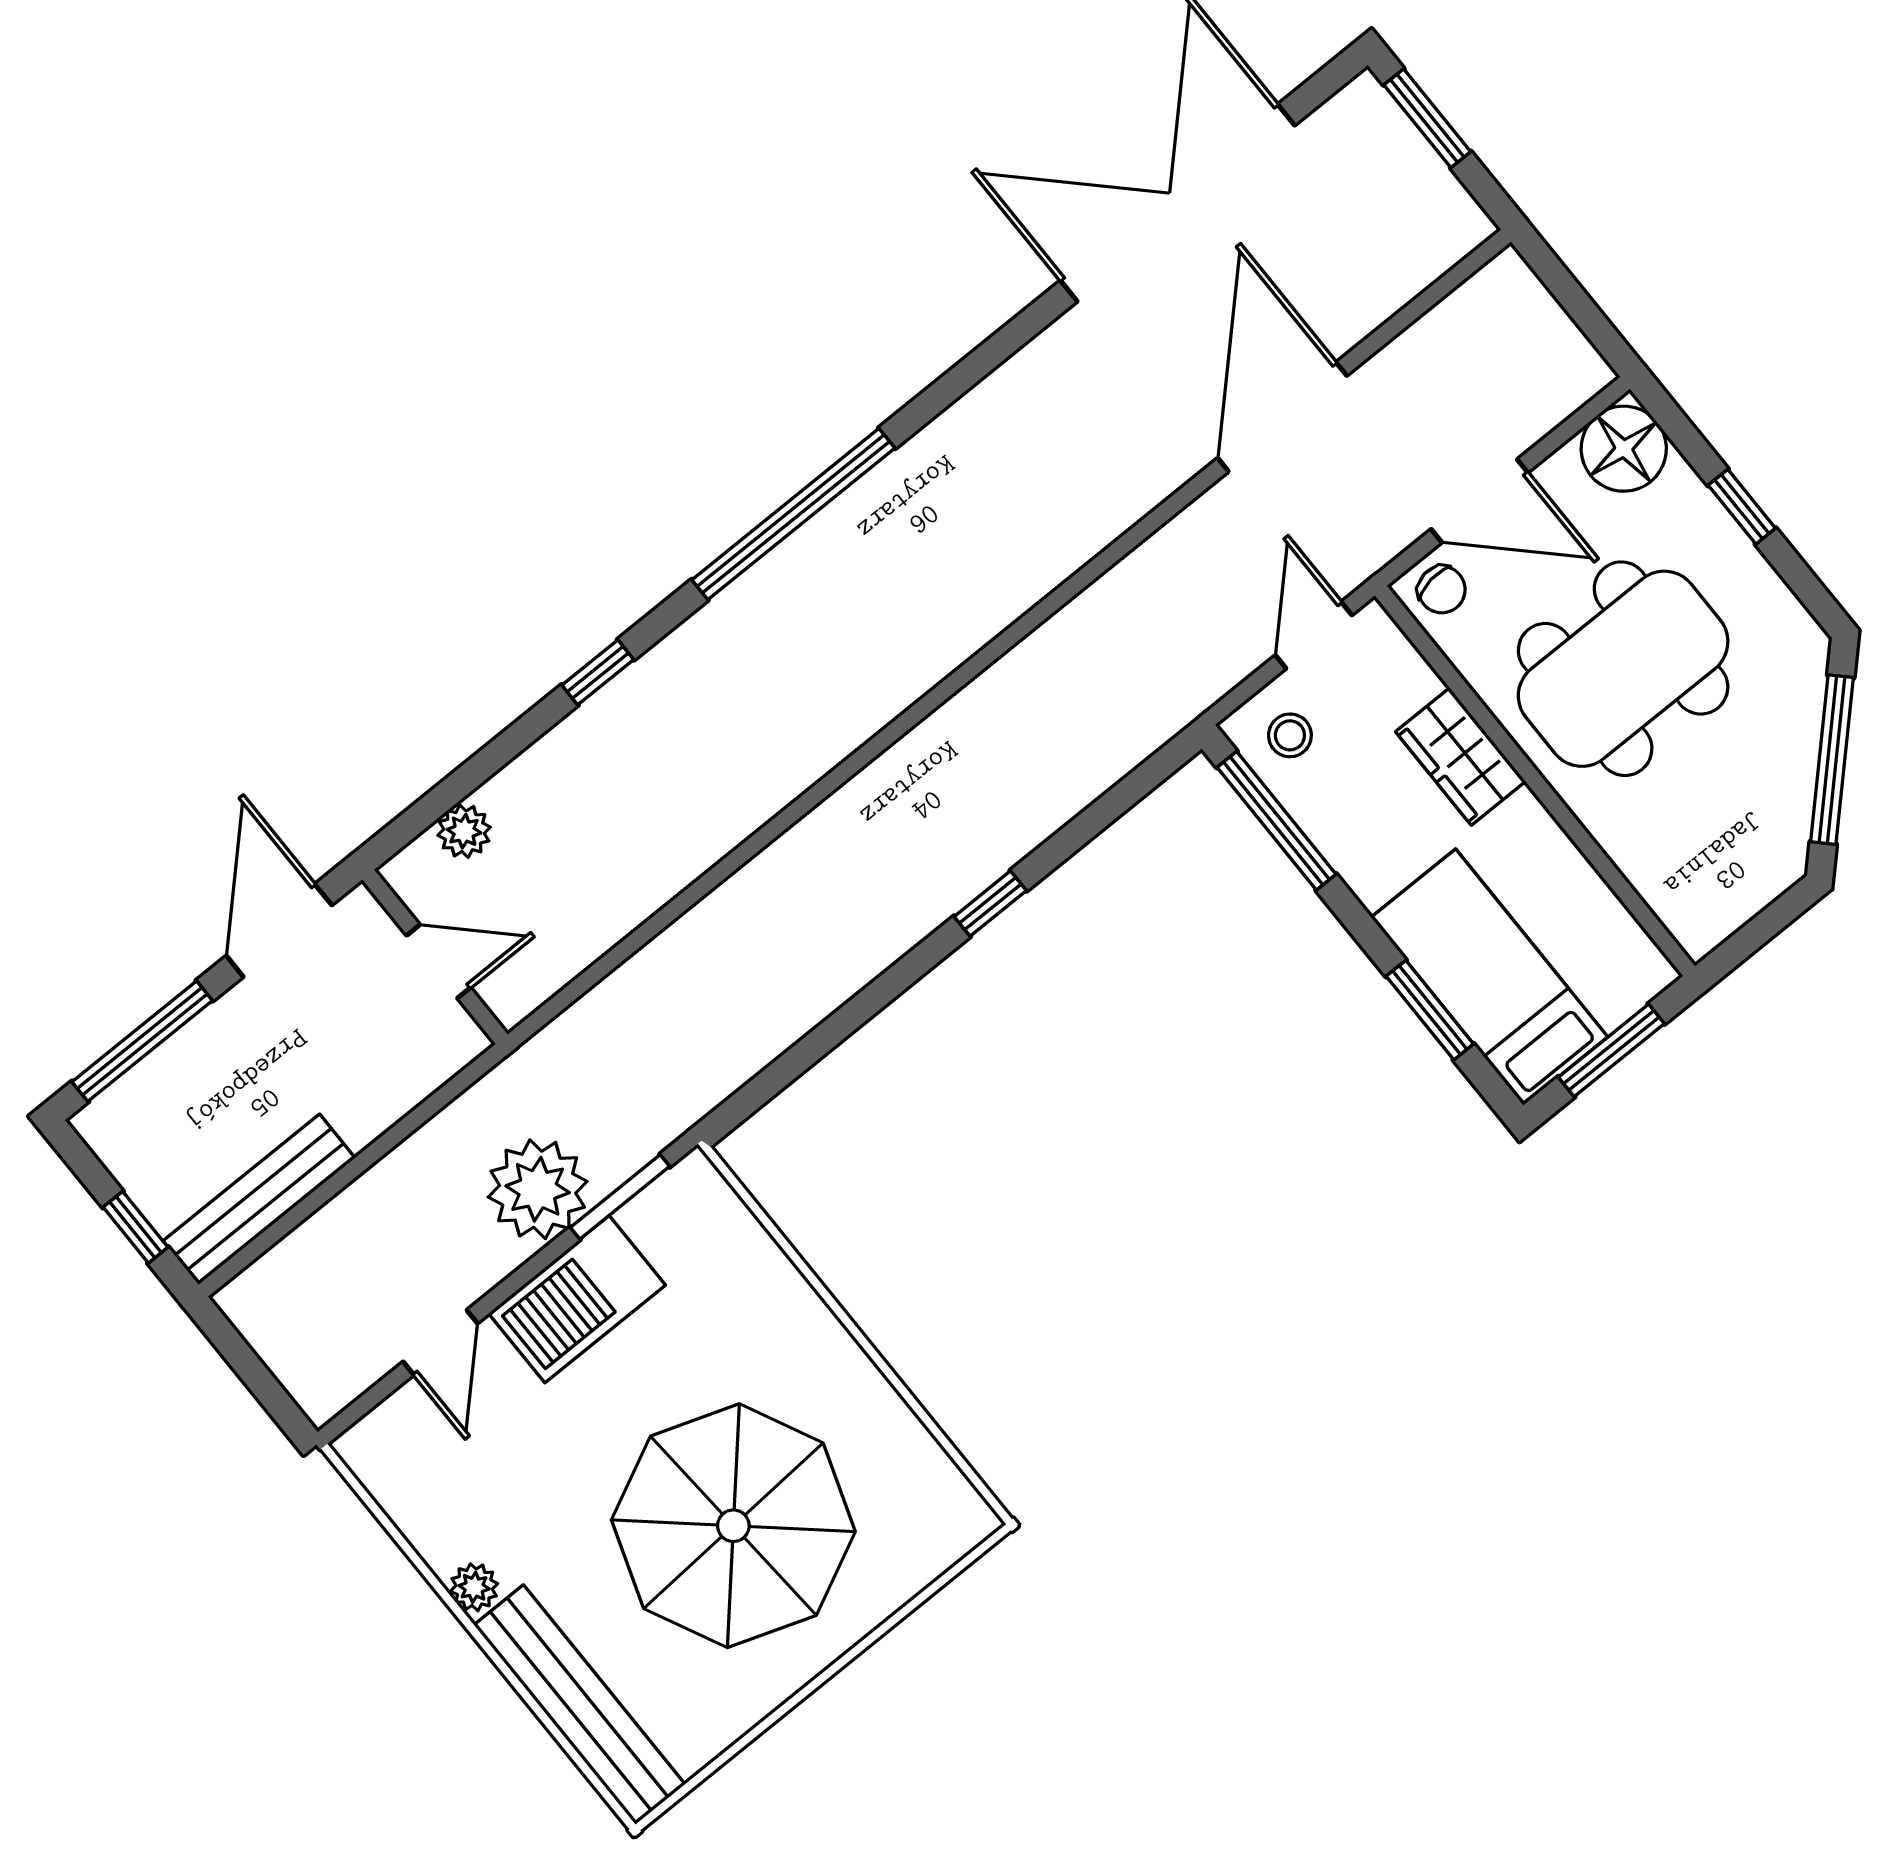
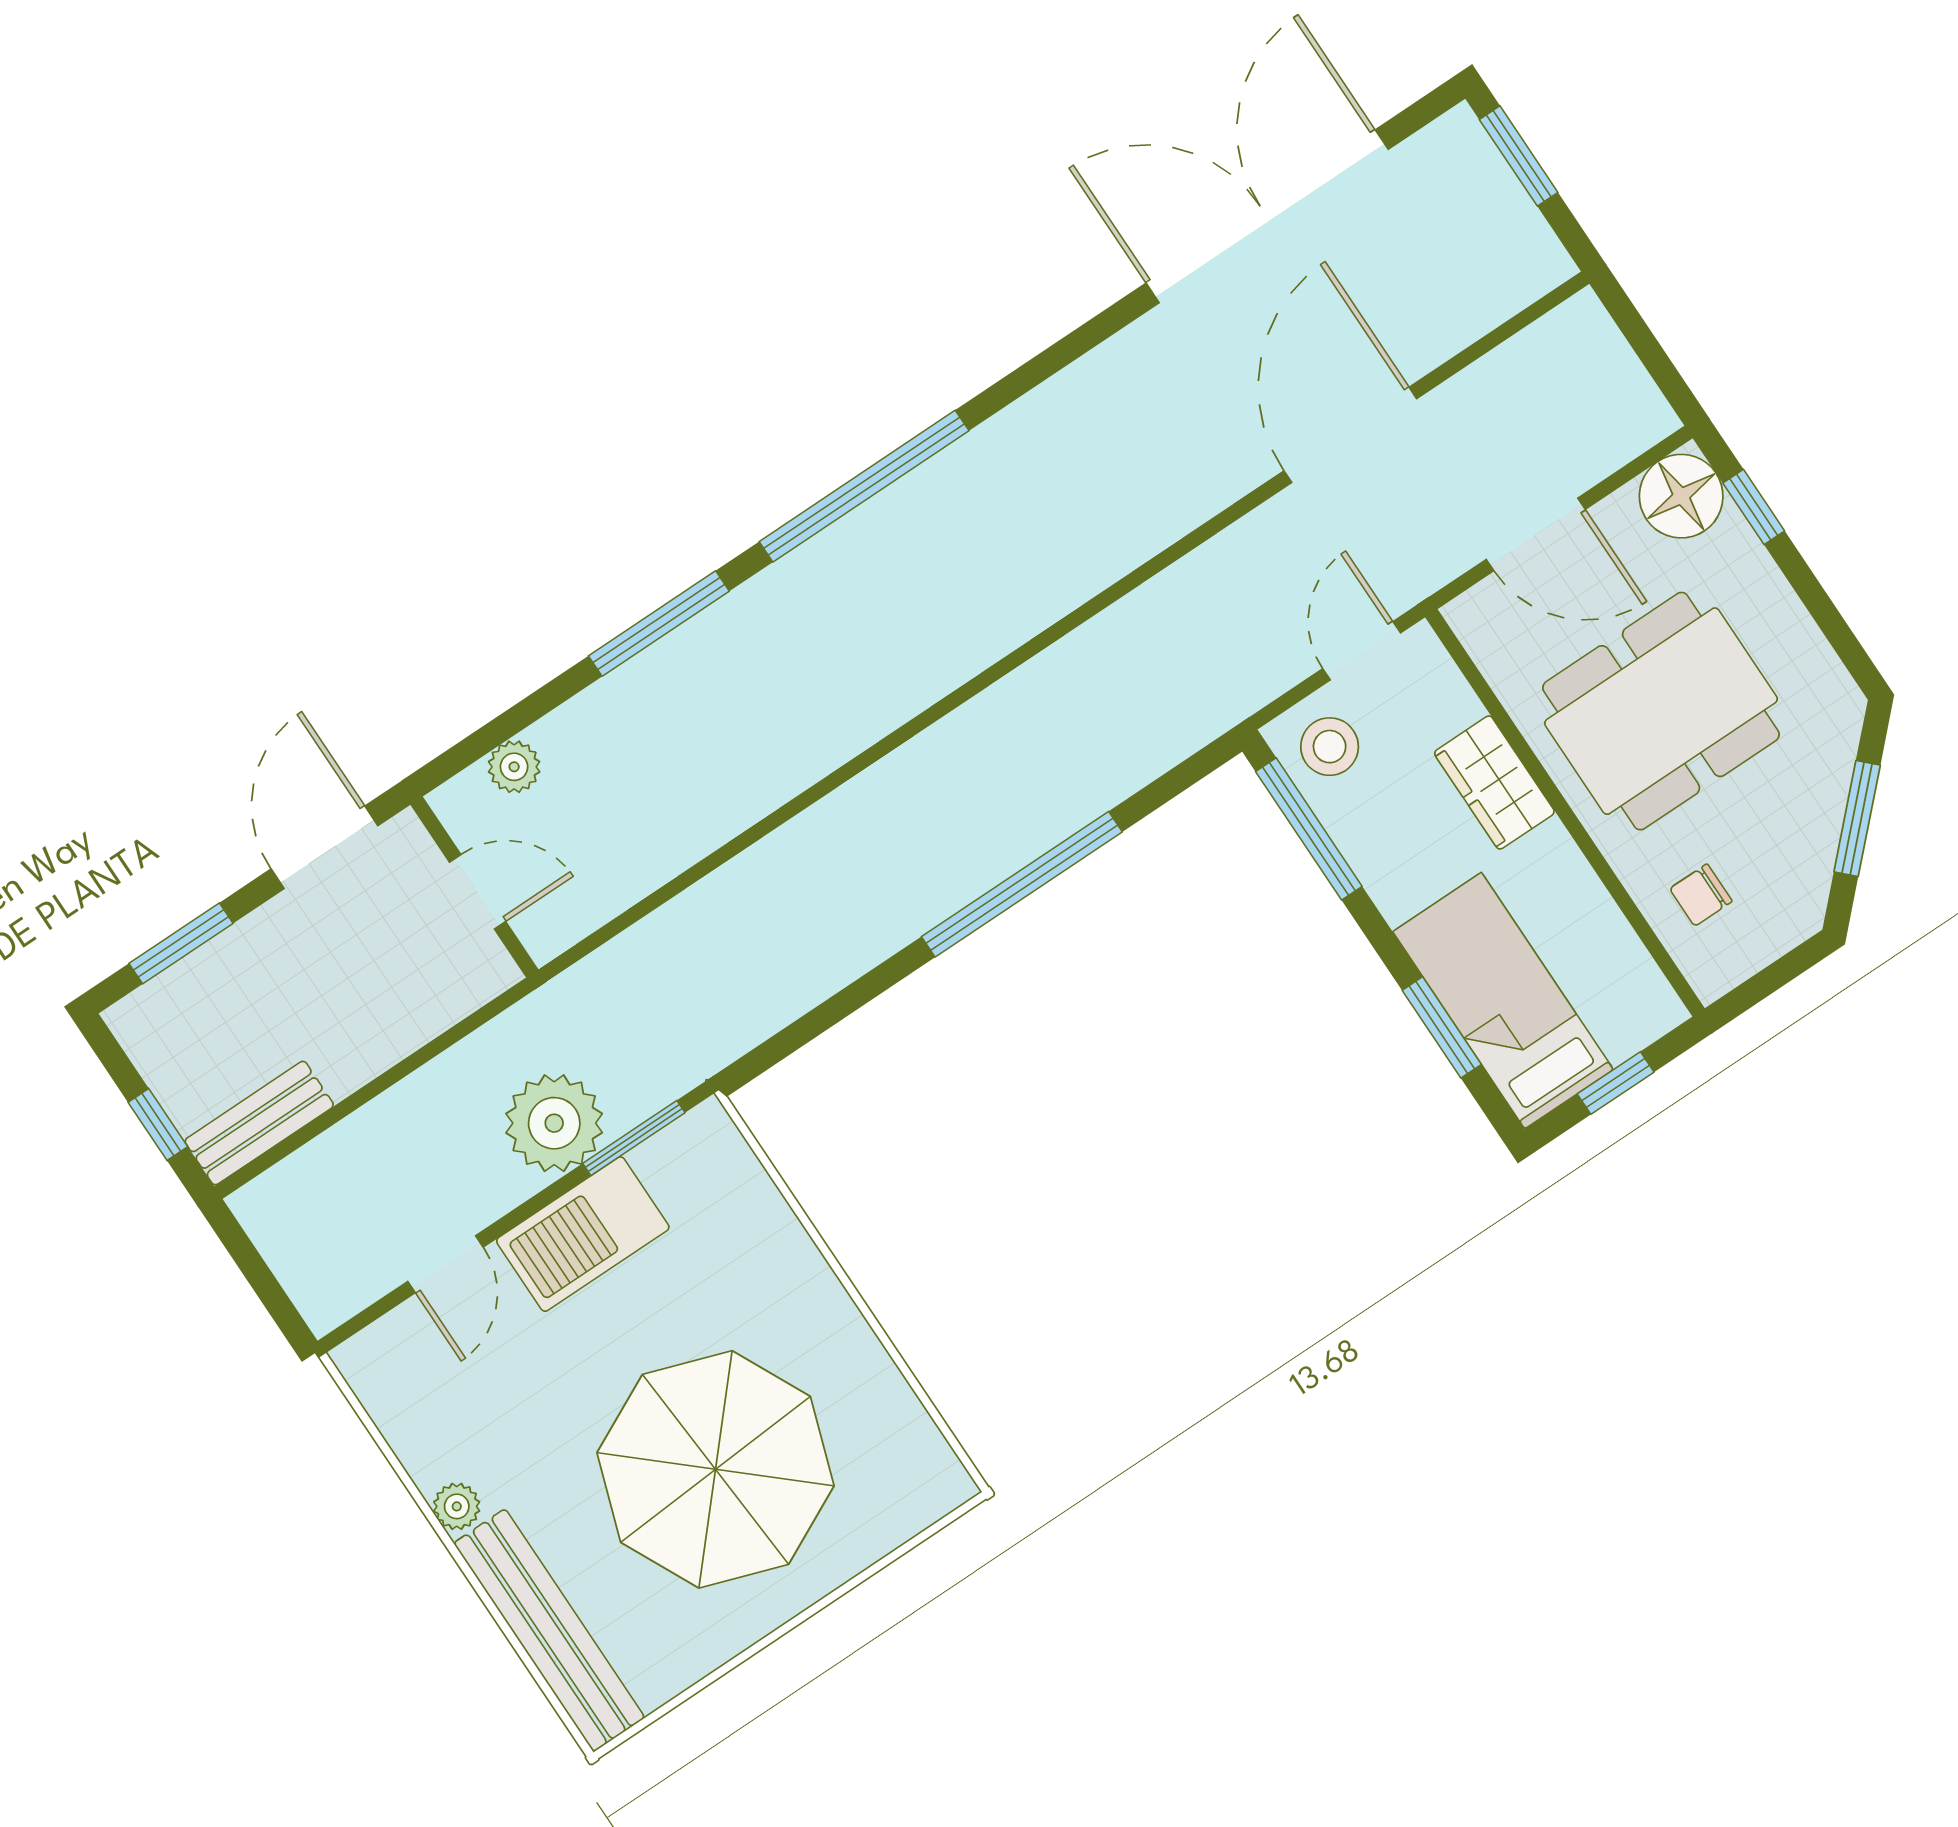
window: (1742, 507) -> (1754, 507), moved
chair: (1442, 590) -> (1701, 895), moved, turned 98
window: (598, 672) -> (659, 623), width x2.17
stool: (1290, 735) -> (1330, 747), width x1.37, depth x1.37
window: (1832, 760) -> (1857, 818), width x0.69
window: (990, 904) -> (1022, 884), width x3.17
window: (142, 1041) -> (181, 943), width x0.69
window: (1611, 1050) -> (1616, 1083), width x0.67
bench: (259, 1199) -> (259, 1123), width x0.73

